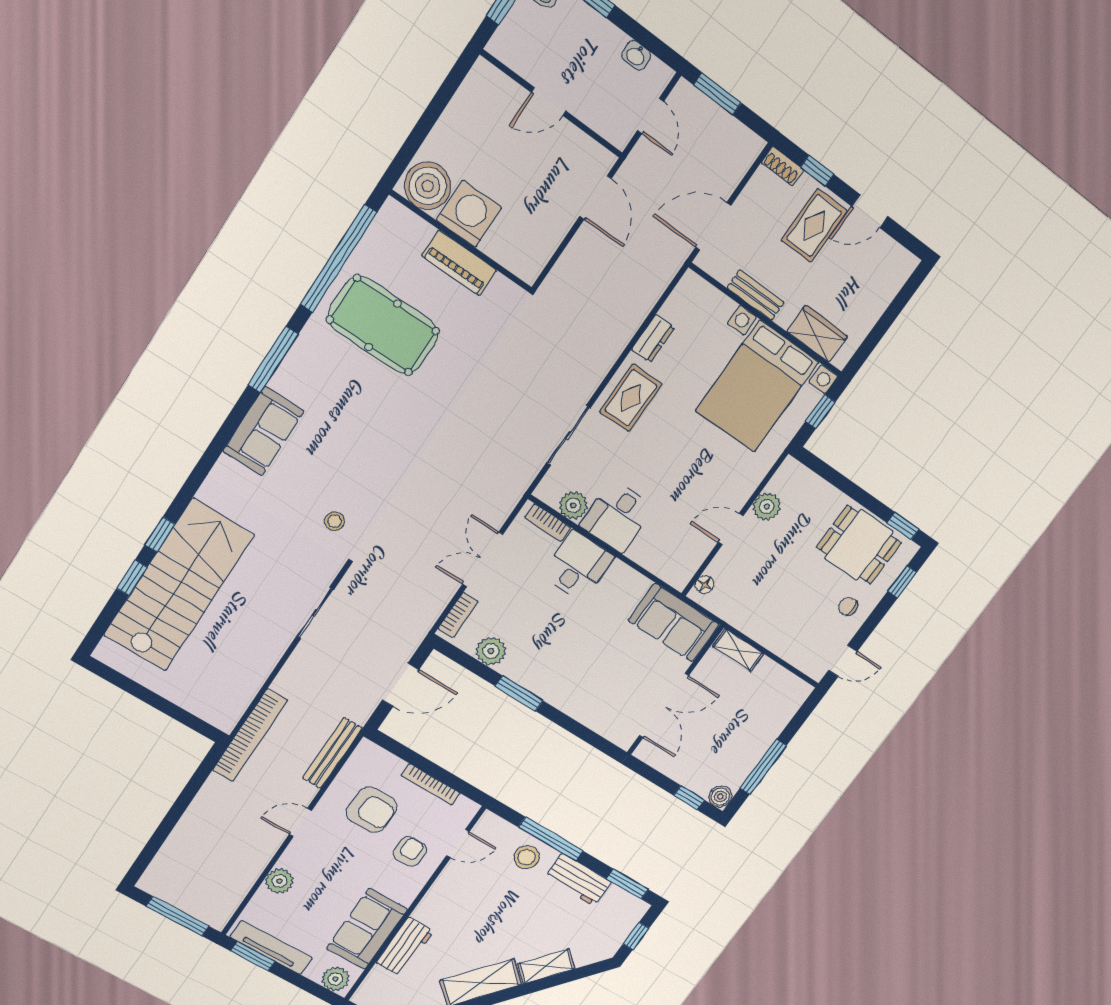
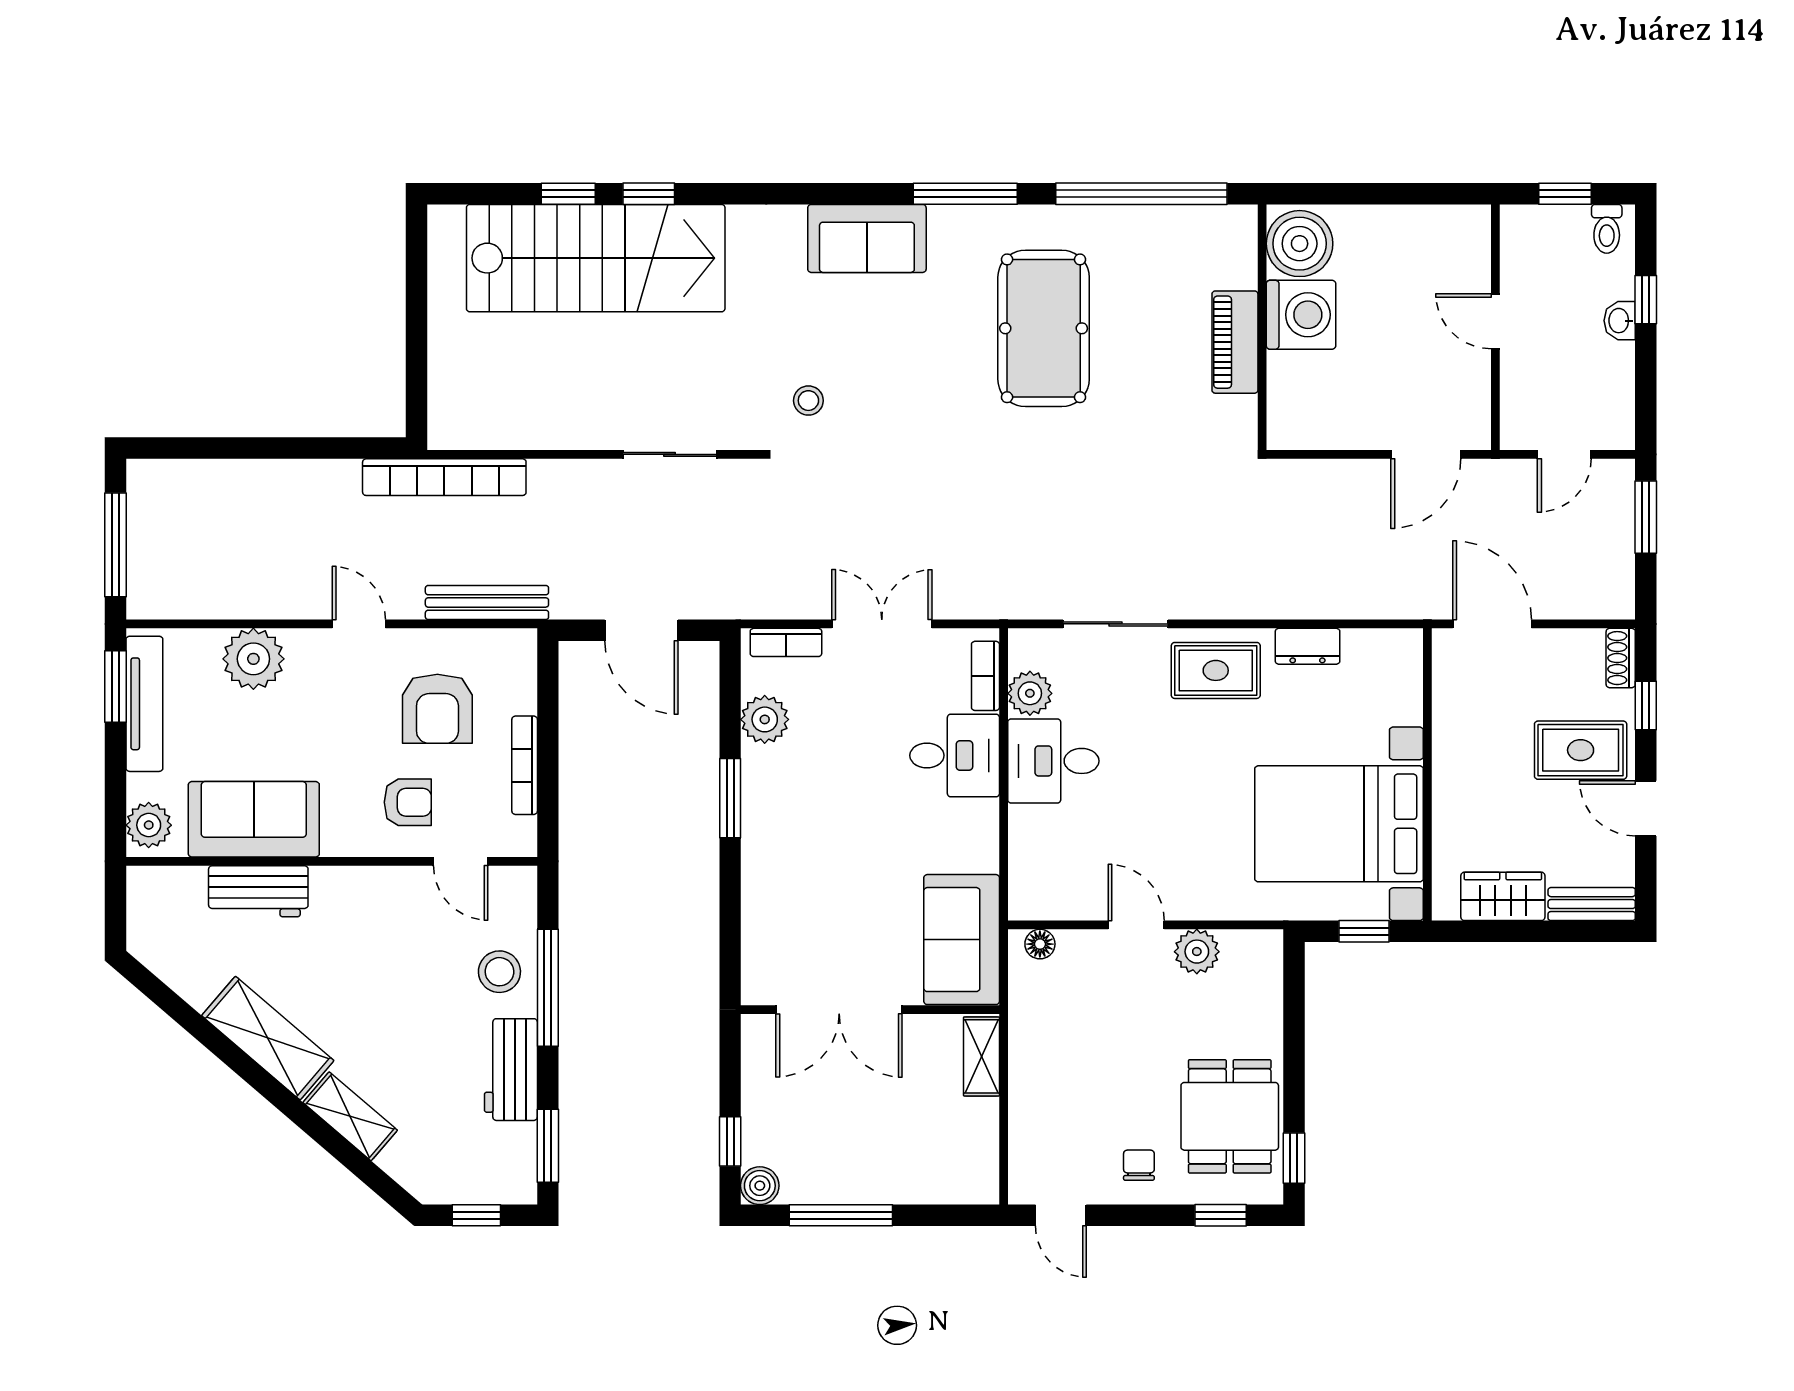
washbasin: (636, 55) -> (1620, 321), moved
bench: (756, 295) -> (1592, 904), moved, turned 90
pool table: (383, 325) -> (1044, 328), moved
wardrobe: (817, 334) -> (1503, 896), moved, turned -90
plant: (279, 881) -> (253, 659), width x1.36, depth x1.36

